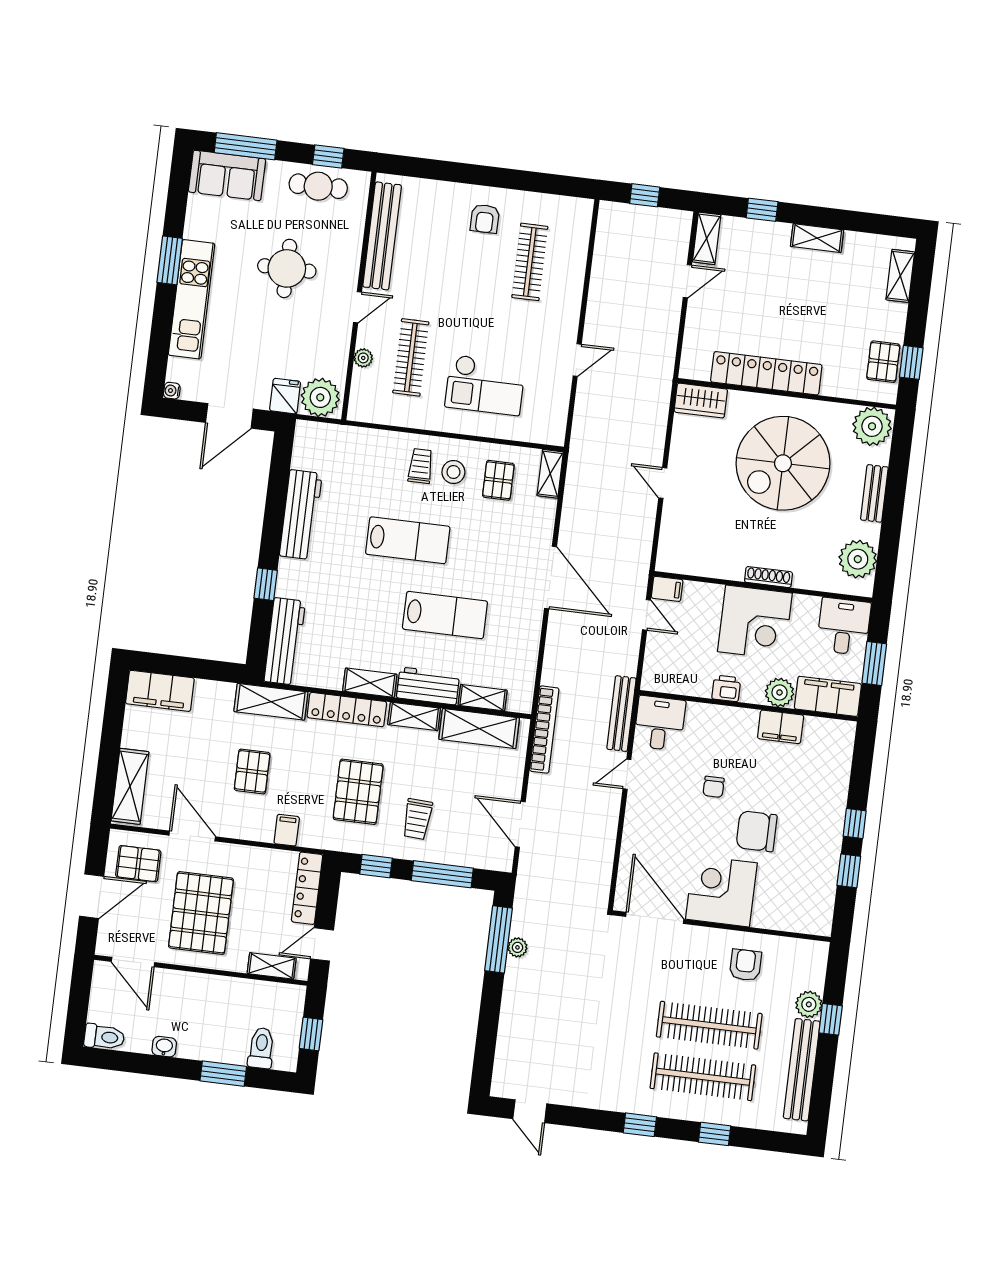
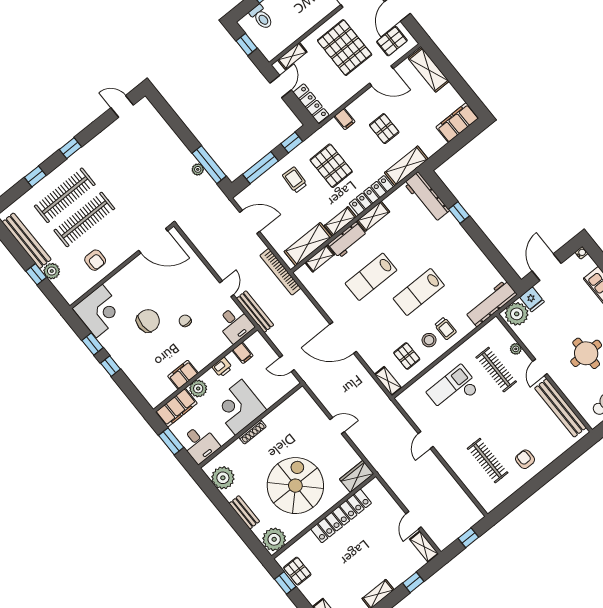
workbench: (301, 515) -> (491, 303), moved, turned 90
filing cabinet: (667, 589) -> (243, 353), moved, turned -90
corner desk: (721, 891) -> (99, 311), moved

